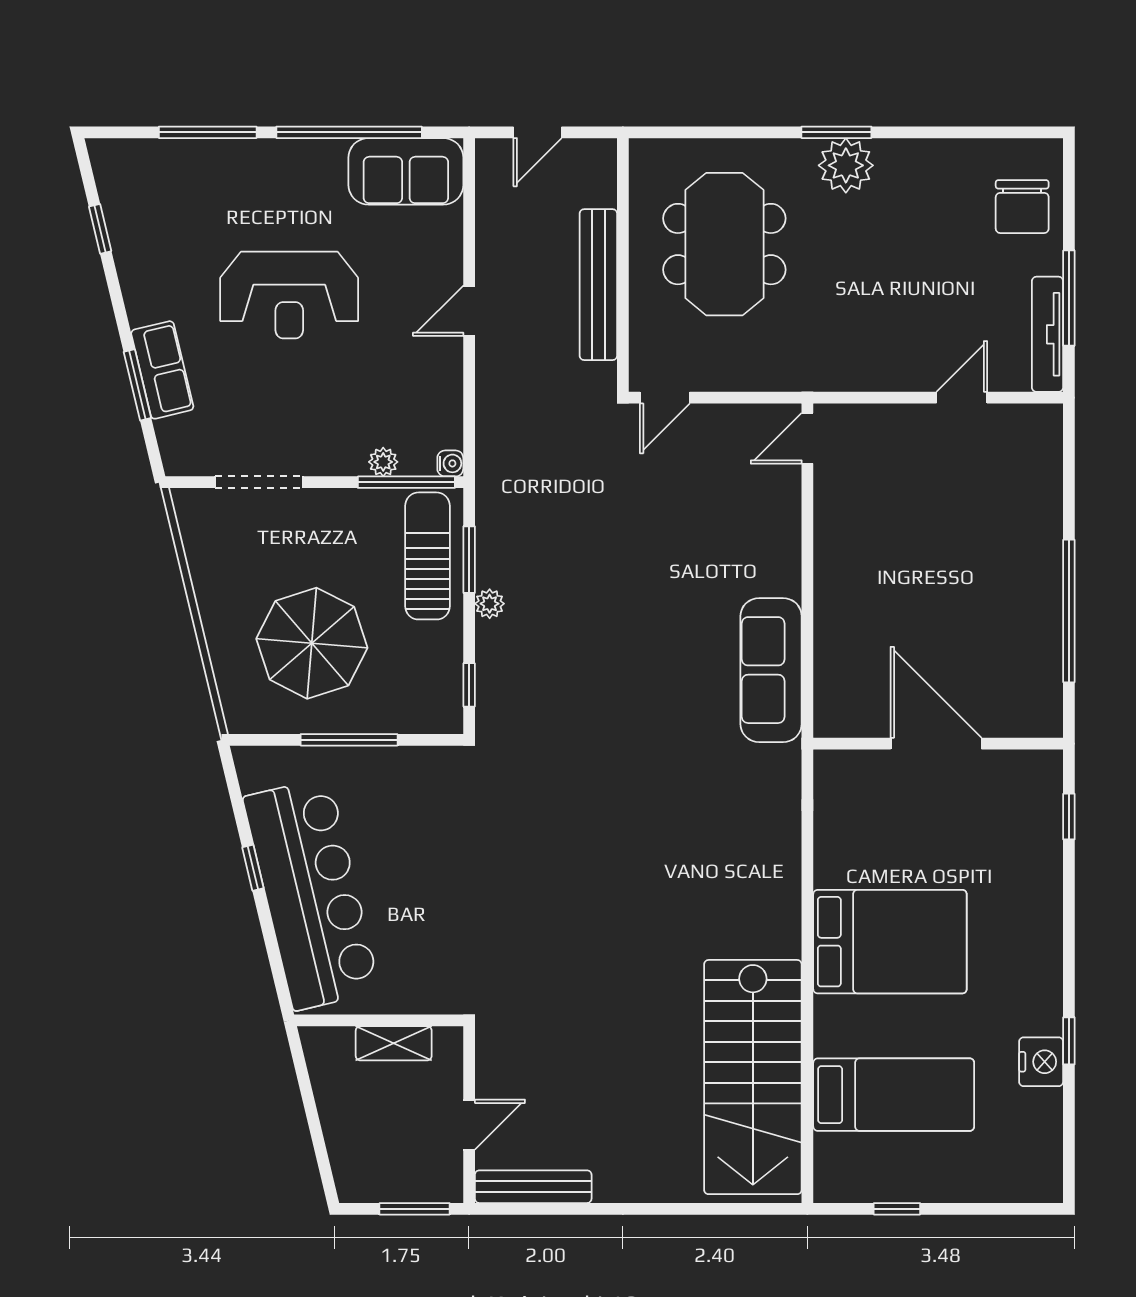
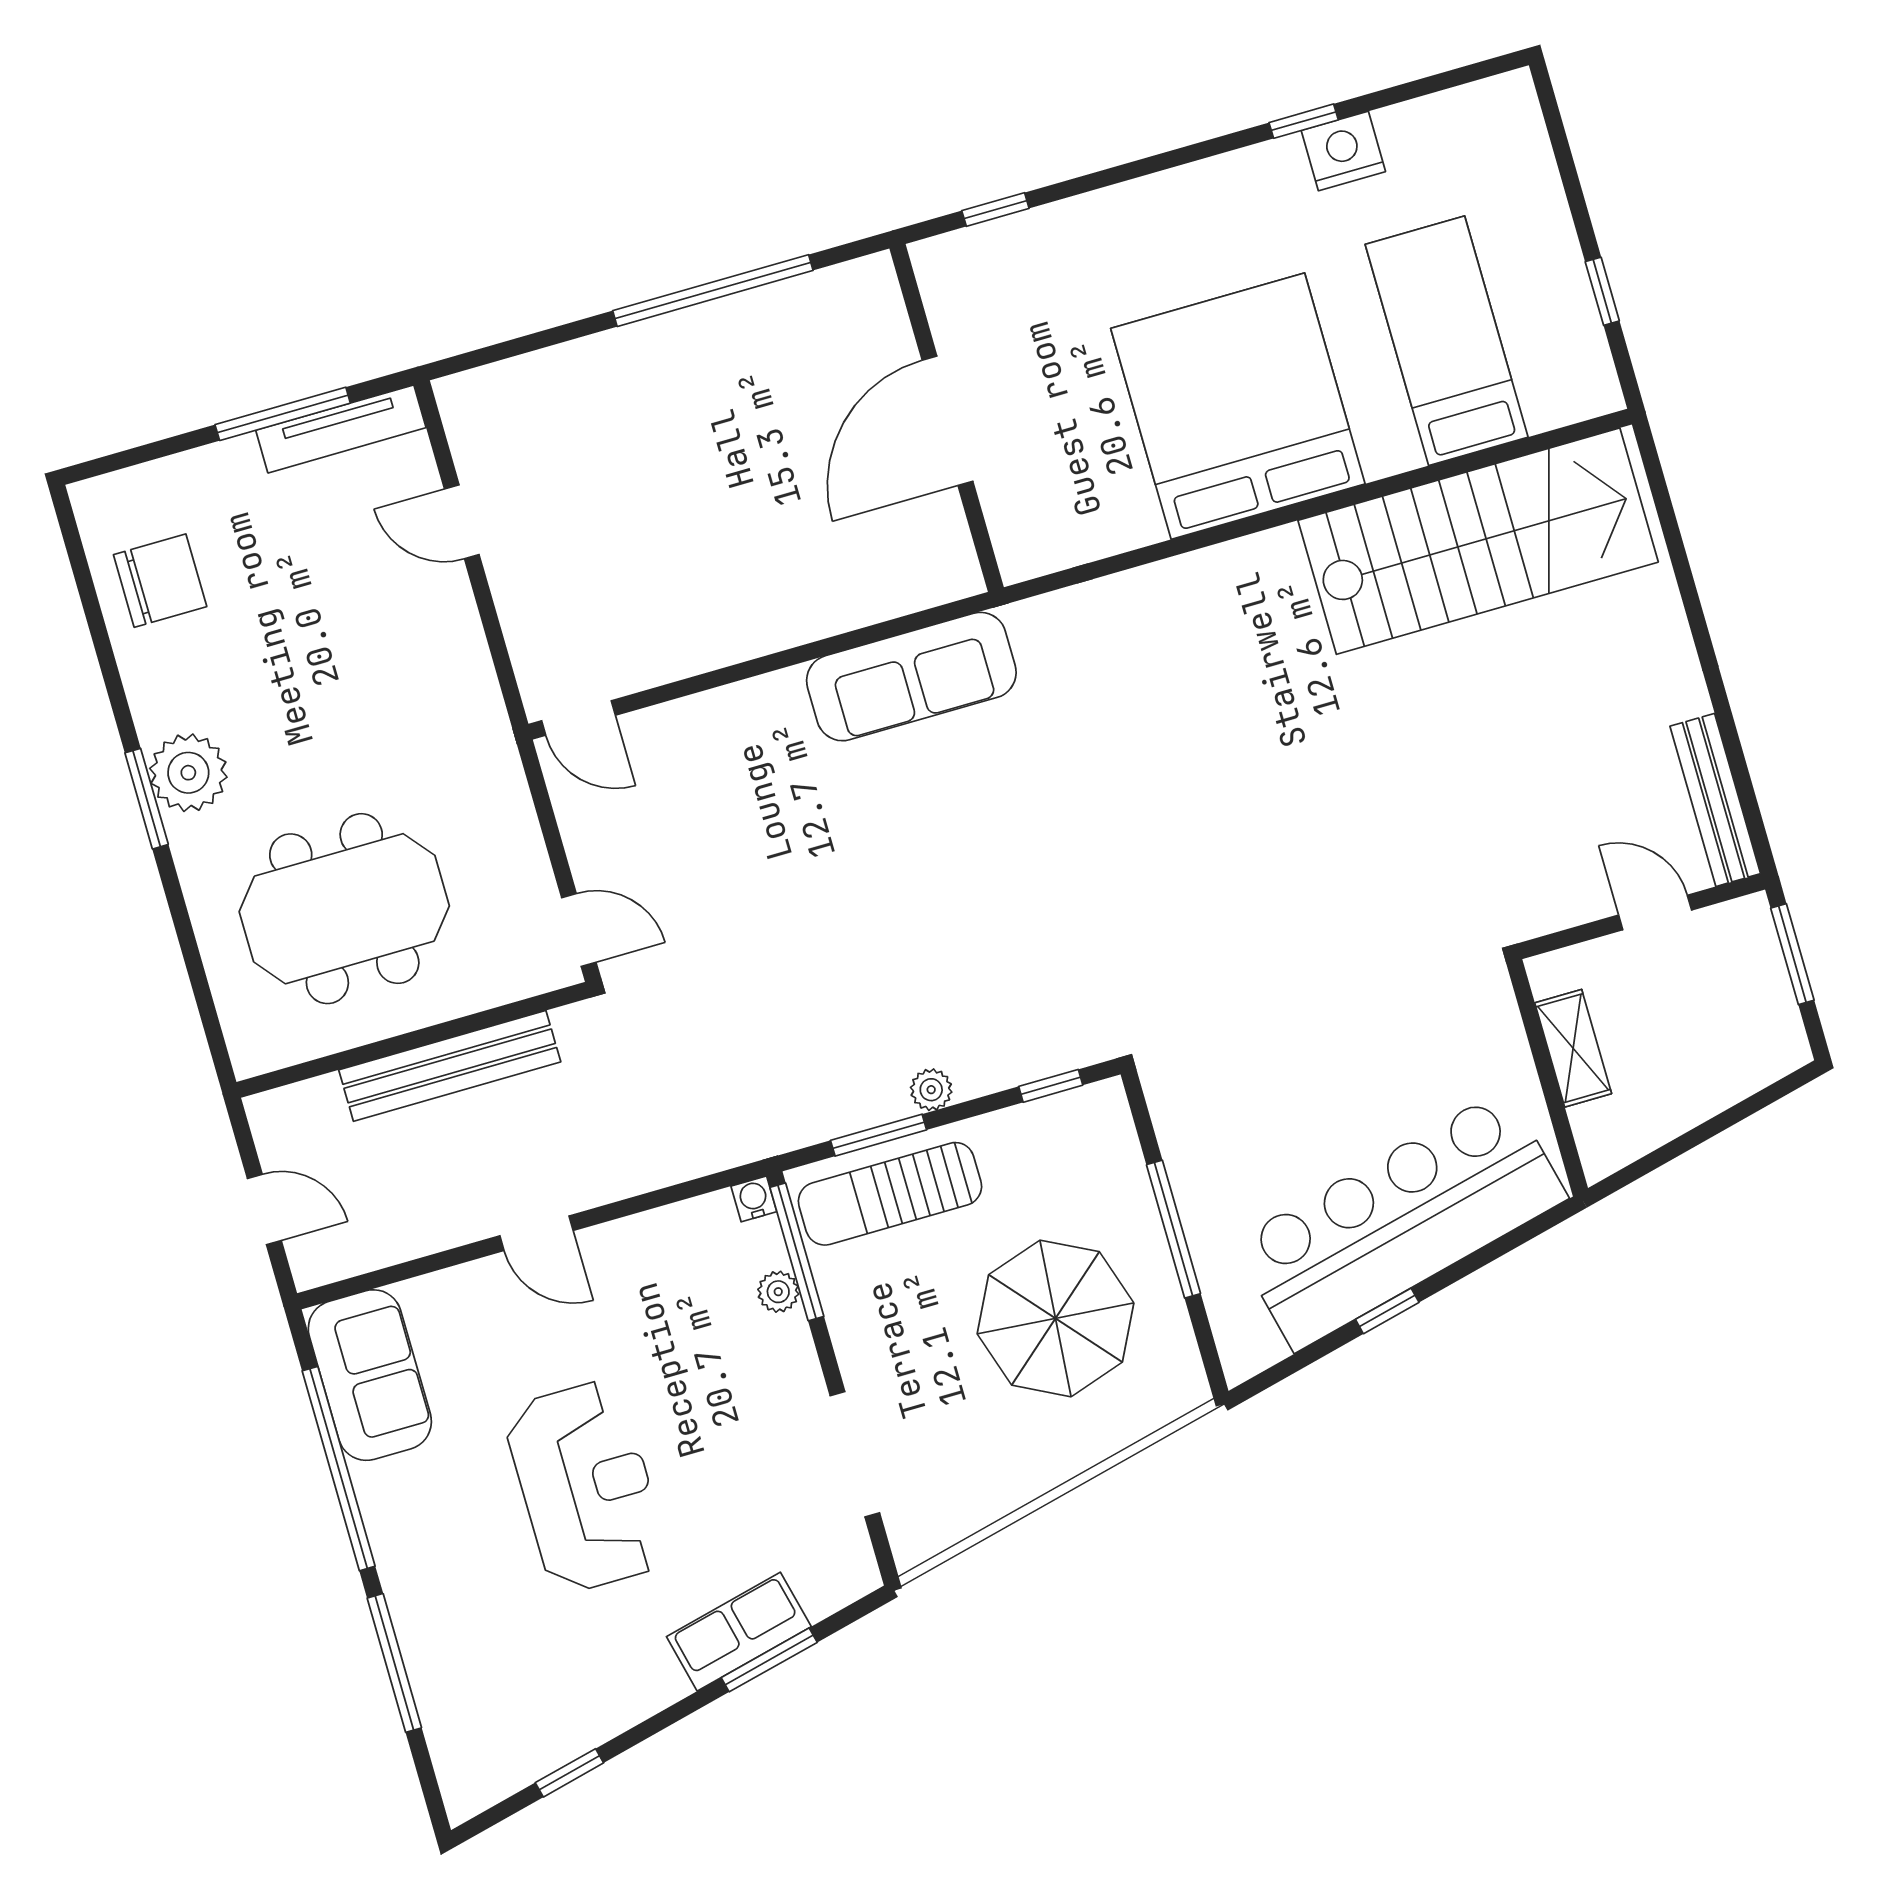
chair: (1022, 207) -> (160, 581), moved
bed: (890, 942) -> (1238, 406), width x1.36

